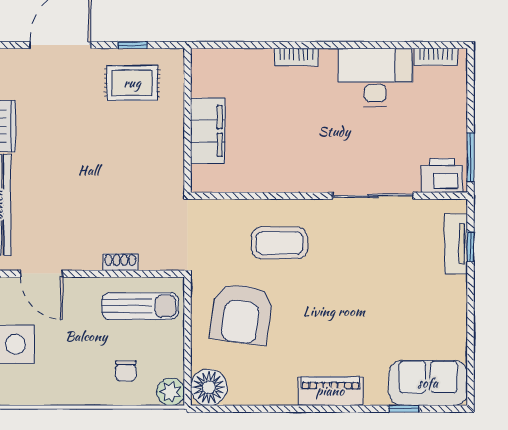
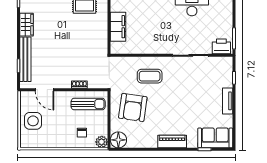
tv unit: (456, 244) -> (228, 101), moved

